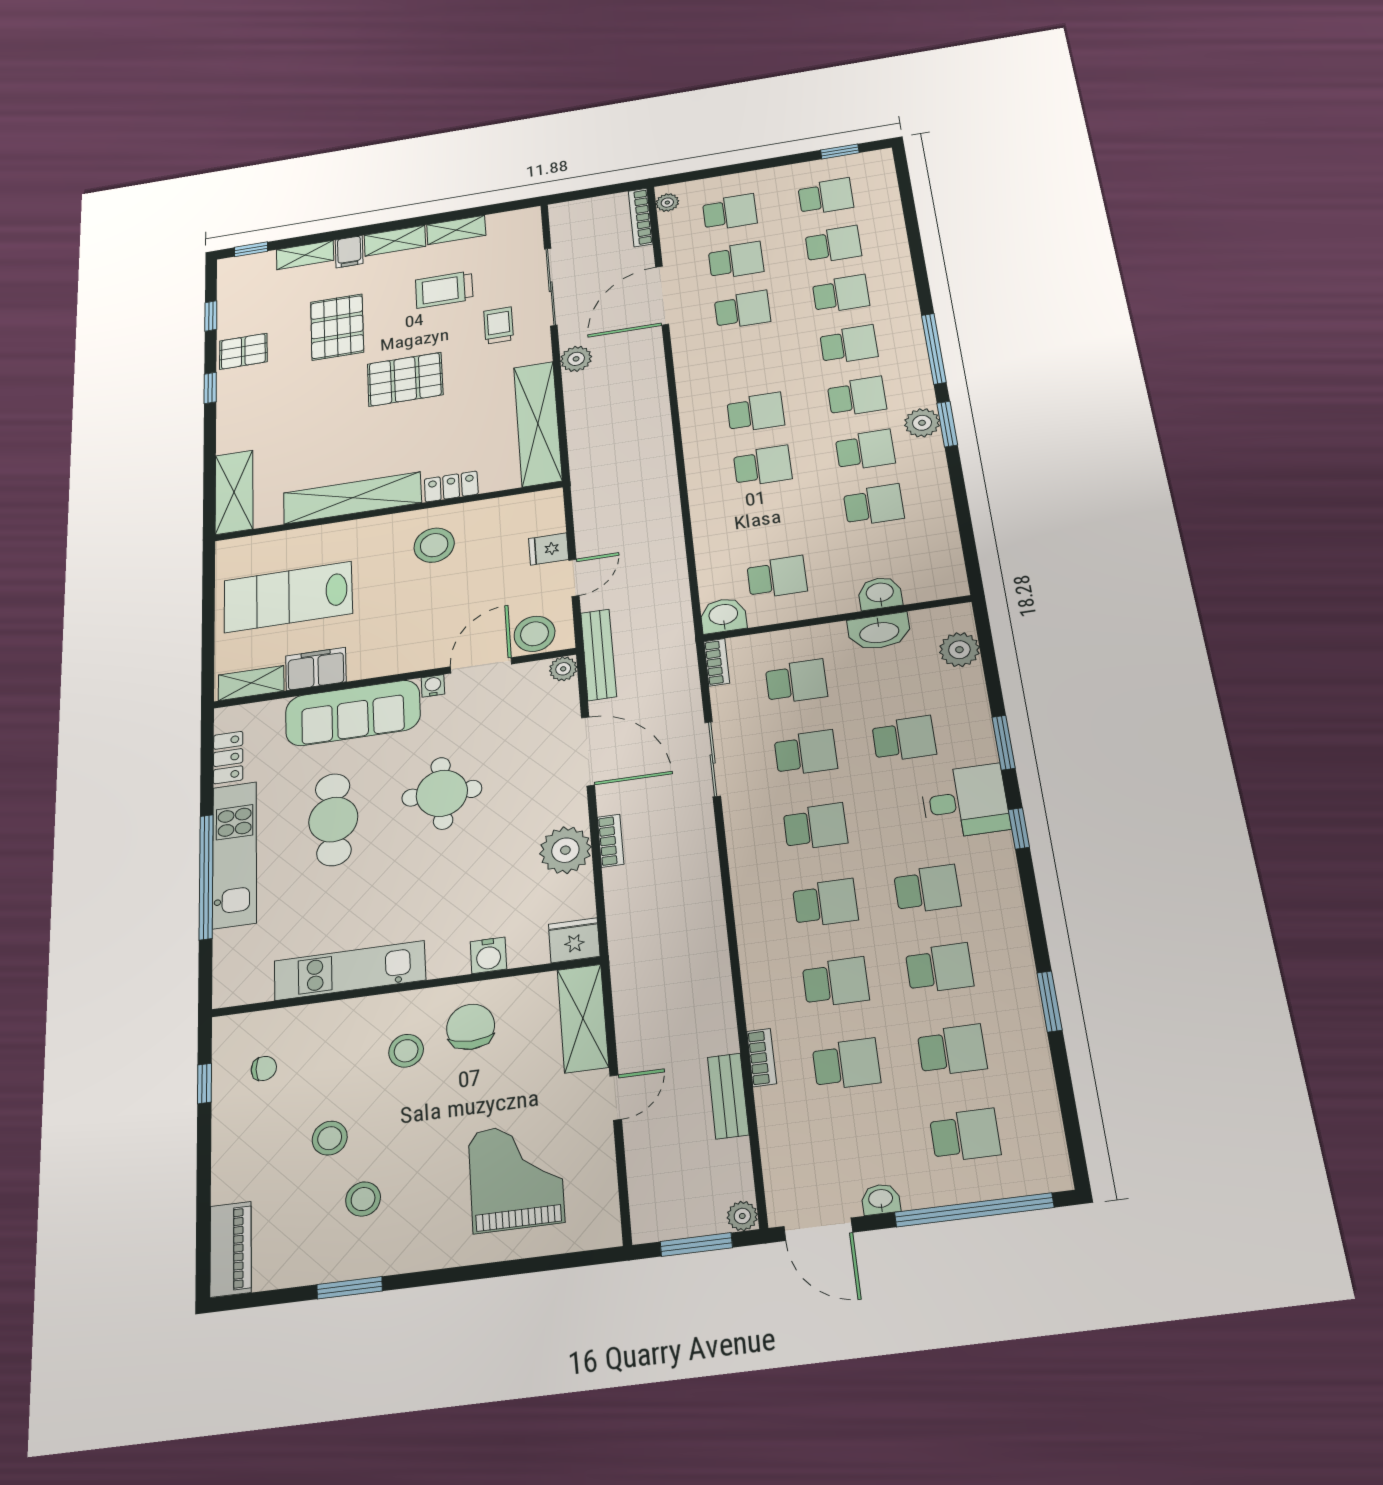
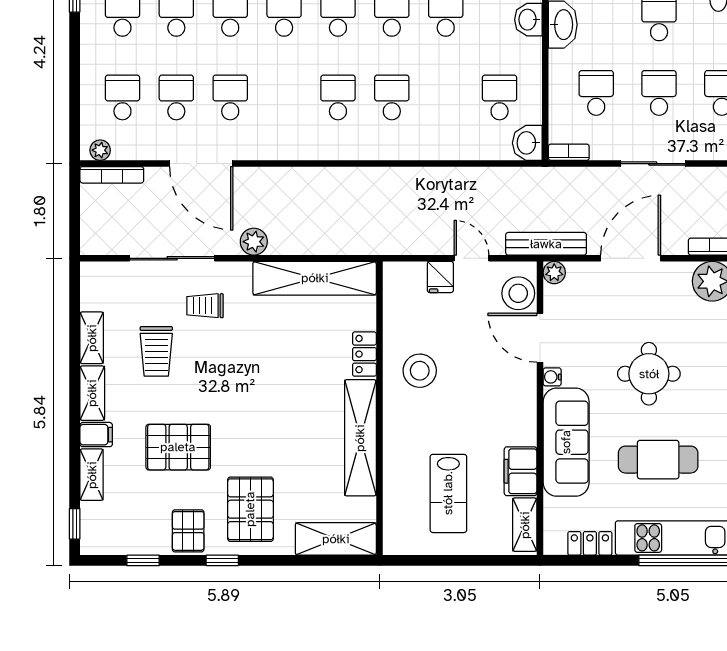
pallet: (405, 379) -> (250, 509), moved
lab bench: (288, 597) -> (448, 493), width x0.73, depth x0.72

